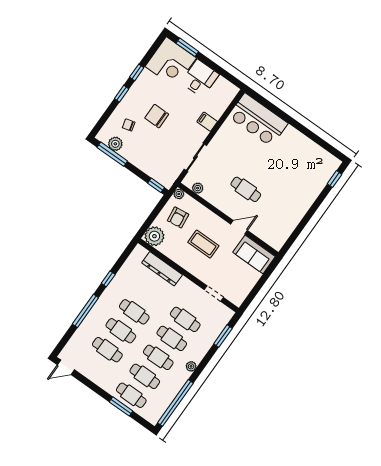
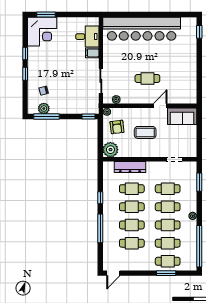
desk: (200, 78) -> (87, 37), moved, turned 90
chair: (157, 116) -> (58, 72), removed
bar counter: (258, 120) -> (142, 29), width x1.86
cafe table: (148, 293) -> (132, 189), added

